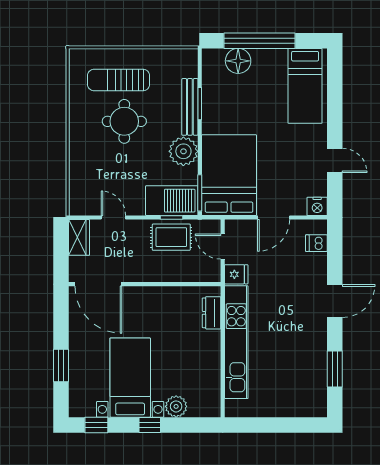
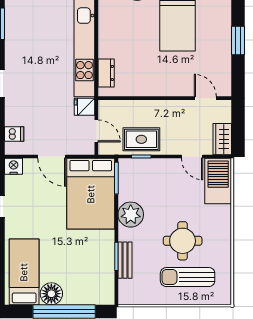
floor lamp: (238, 61) -> (51, 294), moved
sun lounger: (119, 80) -> (188, 277), turned 180
bench: (190, 107) -> (125, 260), width x0.73
barbecue: (172, 201) -> (218, 181), moved, turned 90
door: (274, 218) -> (52, 156), swing flipped
door: (98, 284) -> (205, 98), width x0.53
window: (61, 366) -> (238, 41), moved

